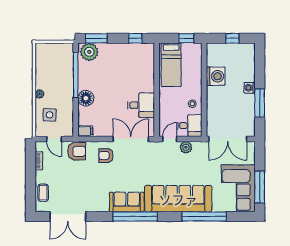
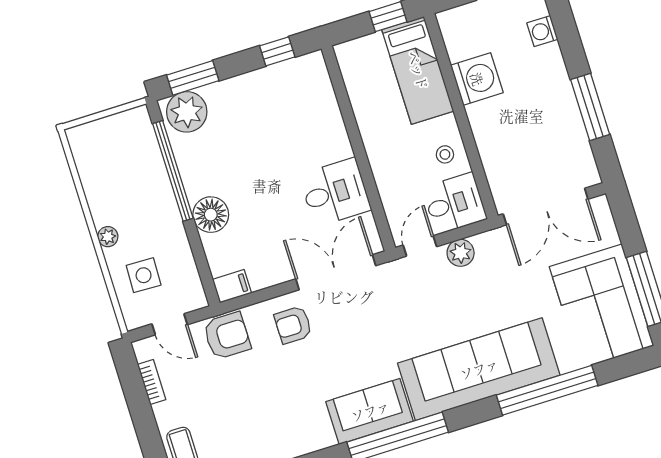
bed: (171, 65) -> (418, 70), moved
washing machine: (250, 88) -> (542, 31), moved

